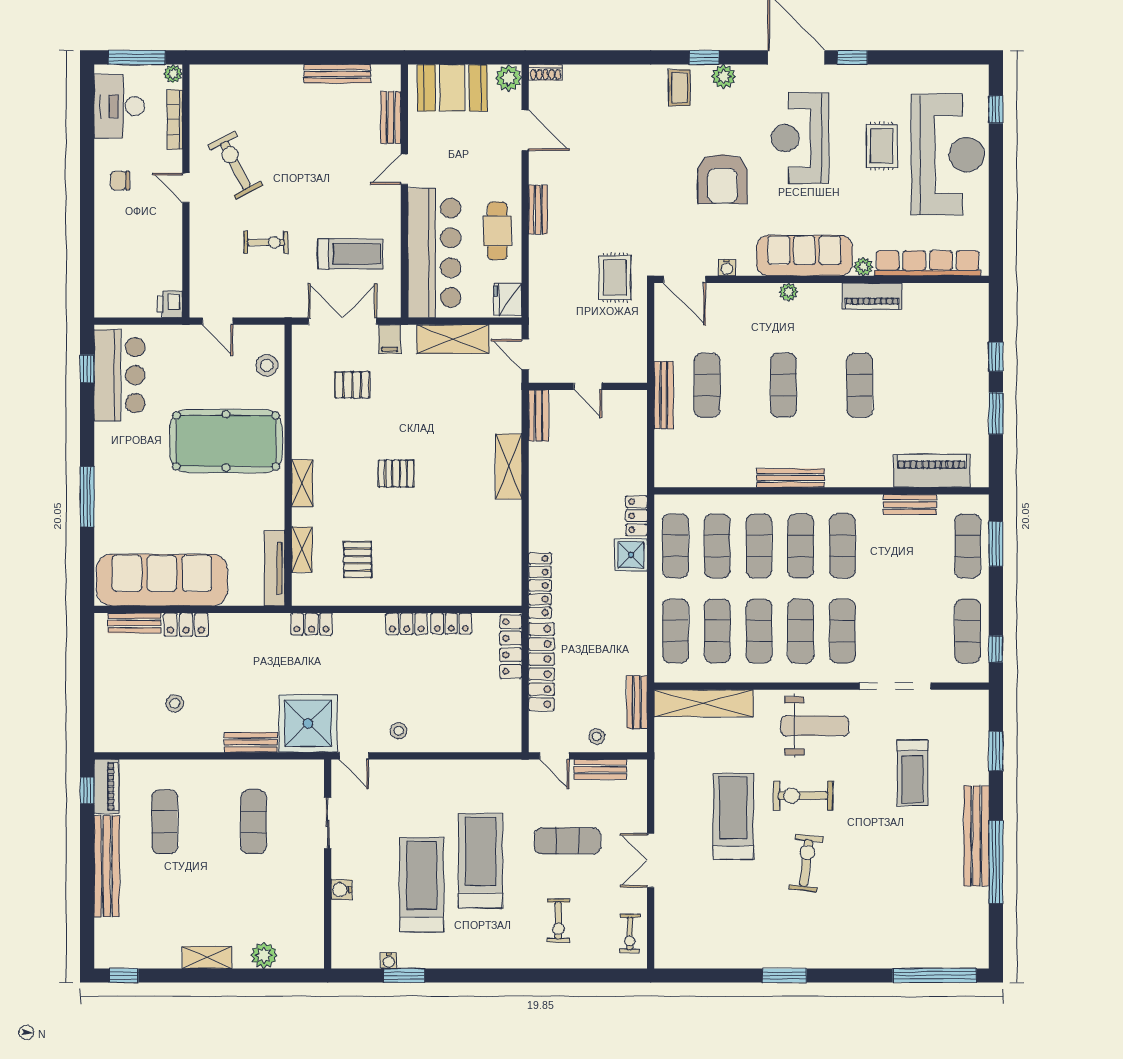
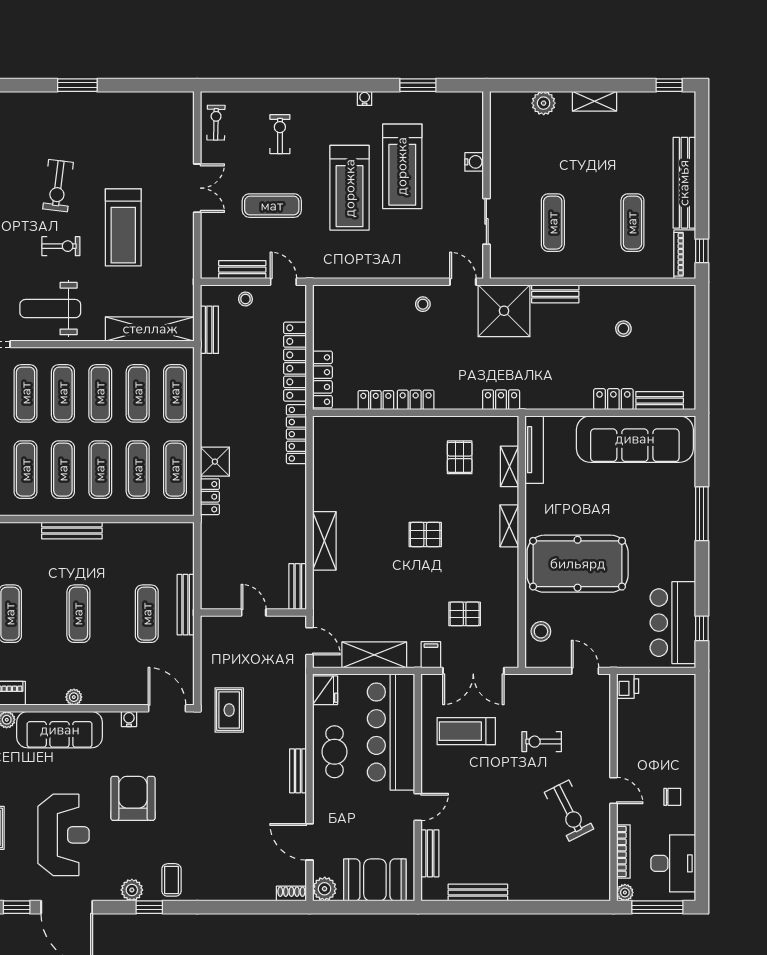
exercise bike: (803, 796) -> (61, 246), width x0.73, depth x0.72
water cooler: (389, 961) -> (365, 98), moved

